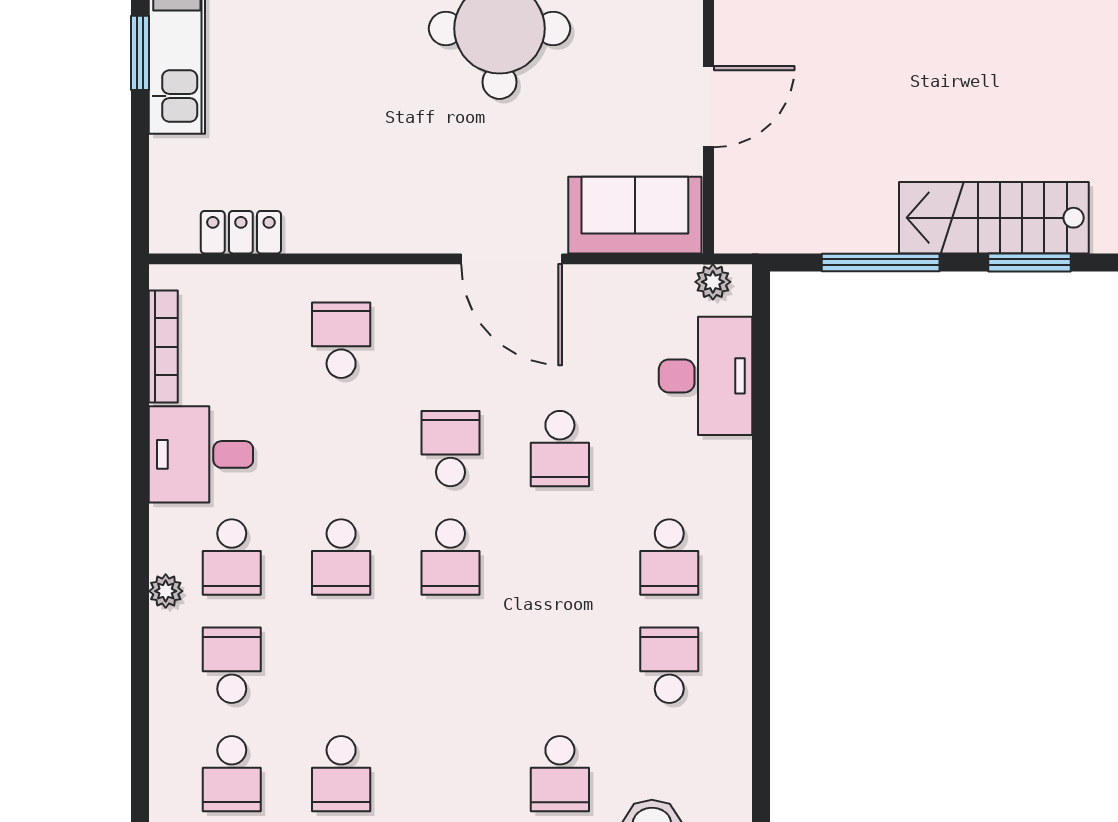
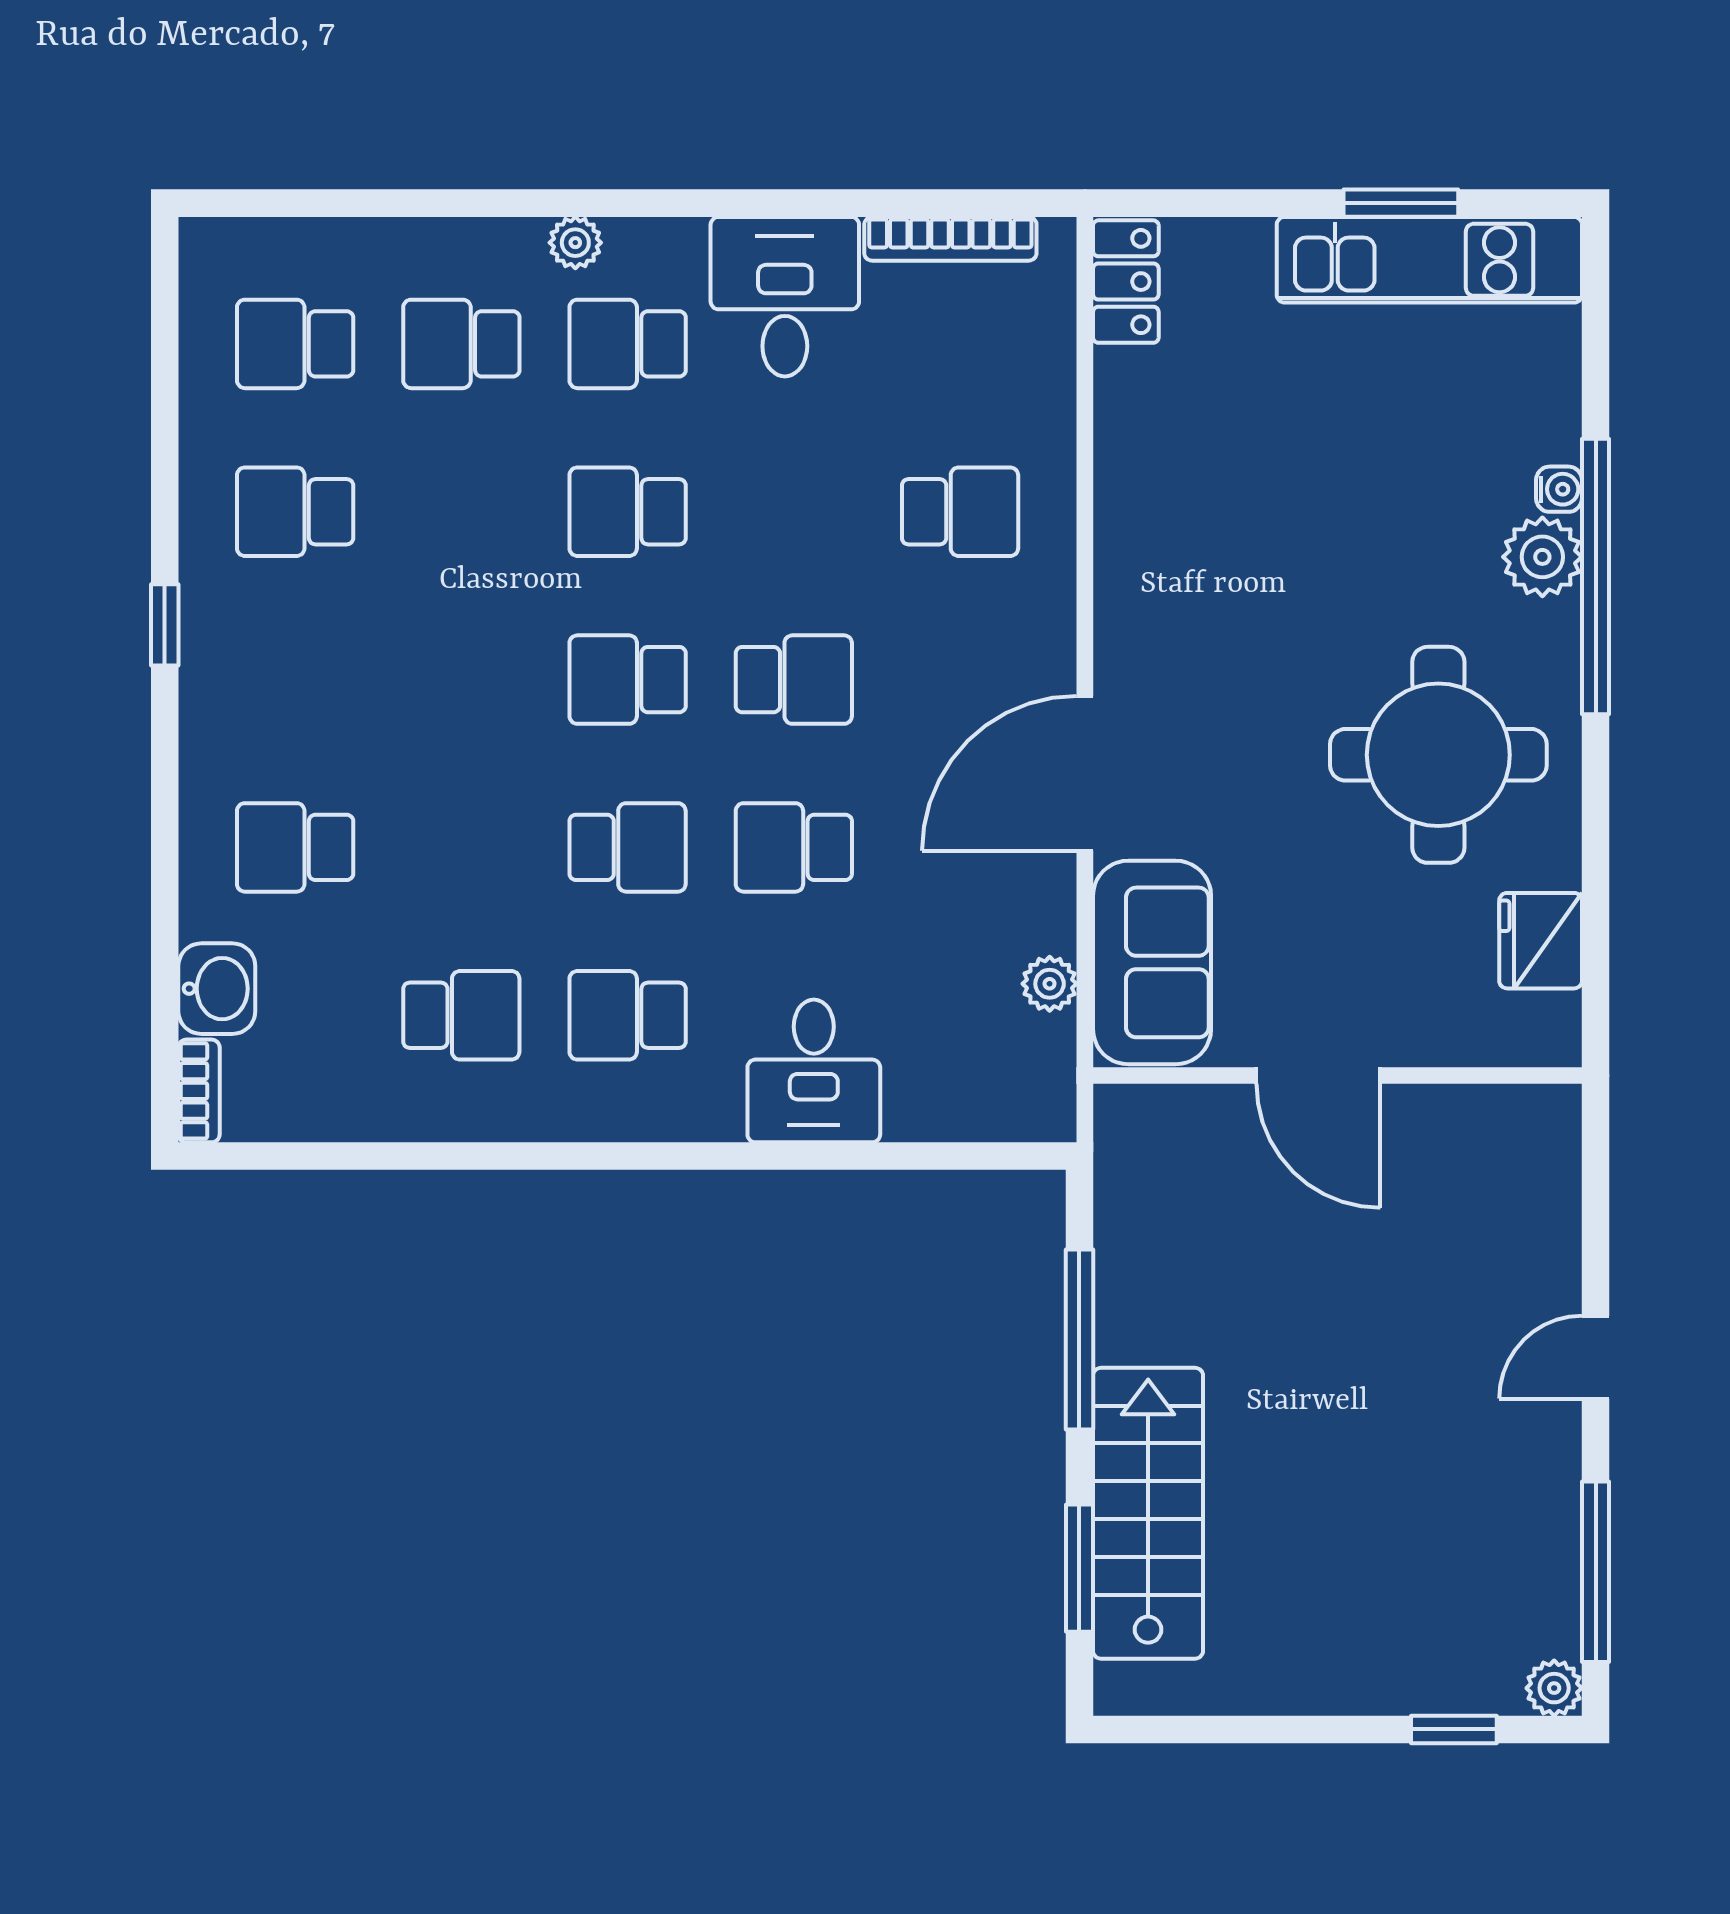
locker: (241, 232) -> (1126, 282), moved
plant: (713, 282) -> (1050, 984), moved
desk: (706, 376) -> (814, 1071), moved, width x0.73
school desk: (560, 557) -> (628, 847), added
school desk: (232, 665) -> (461, 344), turned 180

